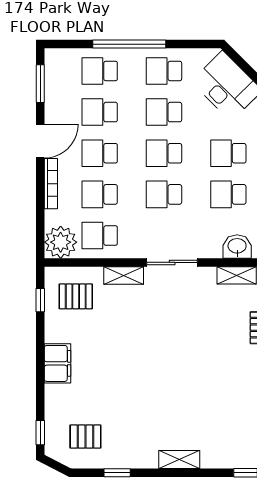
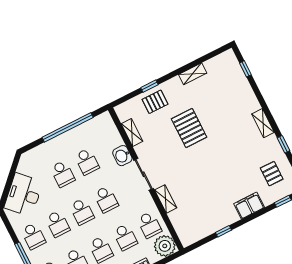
washbasin: (237, 247) -> (122, 156), moved
pallet: (76, 296) -> (189, 128), moved, width x1.50, depth x1.42
window: (40, 300) -> (223, 231), moved
filing cabinet: (58, 363) -> (249, 206), moved
shelving: (179, 459) -> (263, 123), moved

